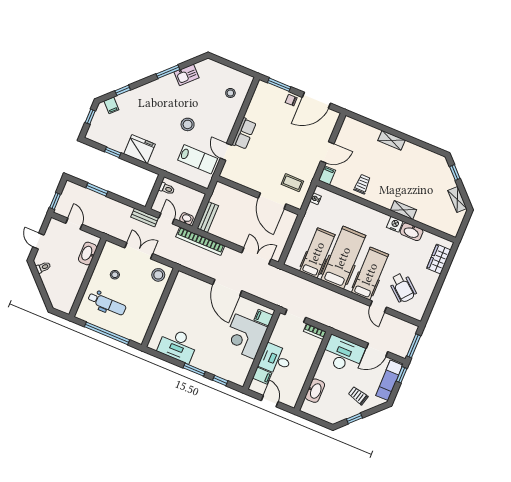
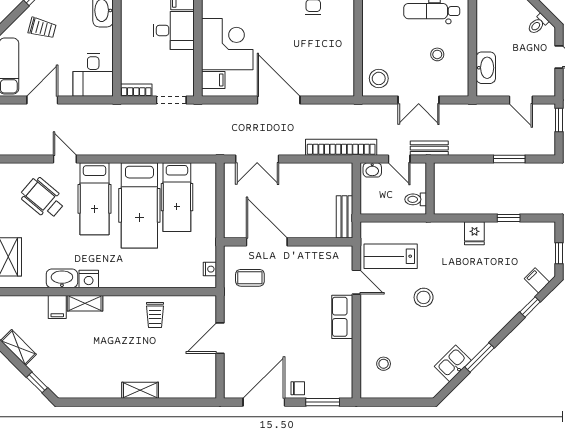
fridge: (139, 149) -> (474, 233), width x0.53, depth x0.75
filing cabinet: (327, 175) -> (57, 307), moved
bench: (208, 217) -> (345, 217), moved
desk: (343, 354) -> (93, 75), width x0.73

